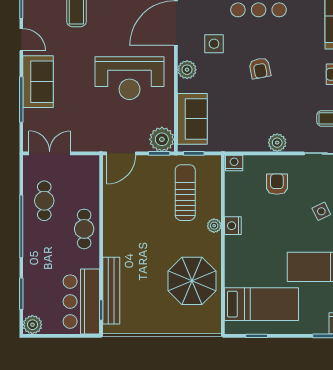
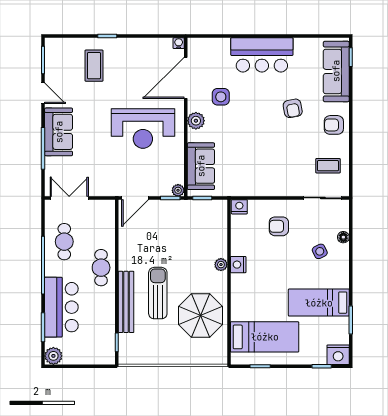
armchair: (260, 68) -> (293, 108), moved
plant: (162, 139) -> (178, 190), width x0.53, depth x0.53
plant: (277, 143) -> (279, 188), removed
armchair: (277, 184) -> (279, 226), turned -90
sun lounger: (185, 193) -> (158, 293), moved
bench: (111, 291) -> (126, 302), moved
bar counter: (81, 302) -> (61, 307), moved, turned 180

